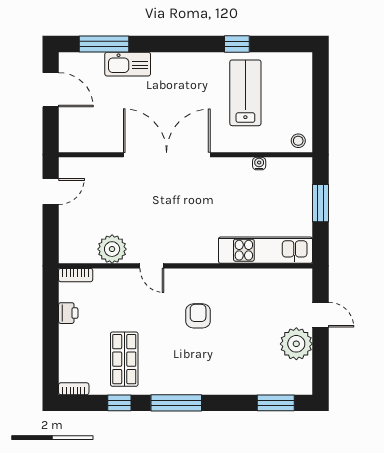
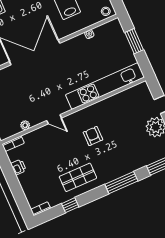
plant: (112, 249) -> (25, 125), width x0.53, depth x0.53
kitchen unit: (265, 250) -> (105, 86), width x1.36
shop shelf: (124, 359) -> (78, 177), moved, turned 90
window: (176, 403) -> (121, 183), moved

